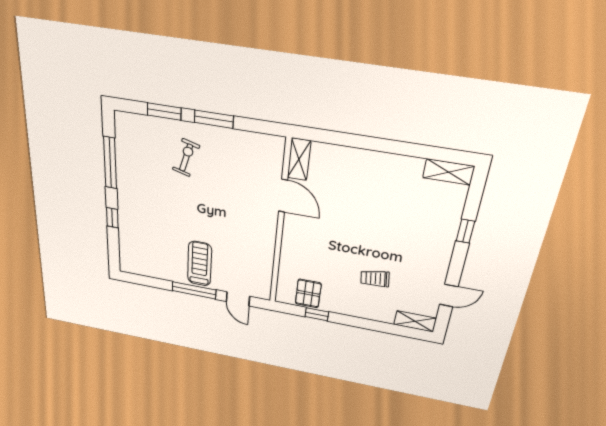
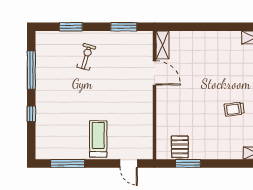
window: (214, 119) -> (124, 27), moved
trolley: (375, 278) -> (234, 109), moved
window: (194, 290) -> (68, 163), moved
window: (317, 314) -> (188, 163), width x1.50

